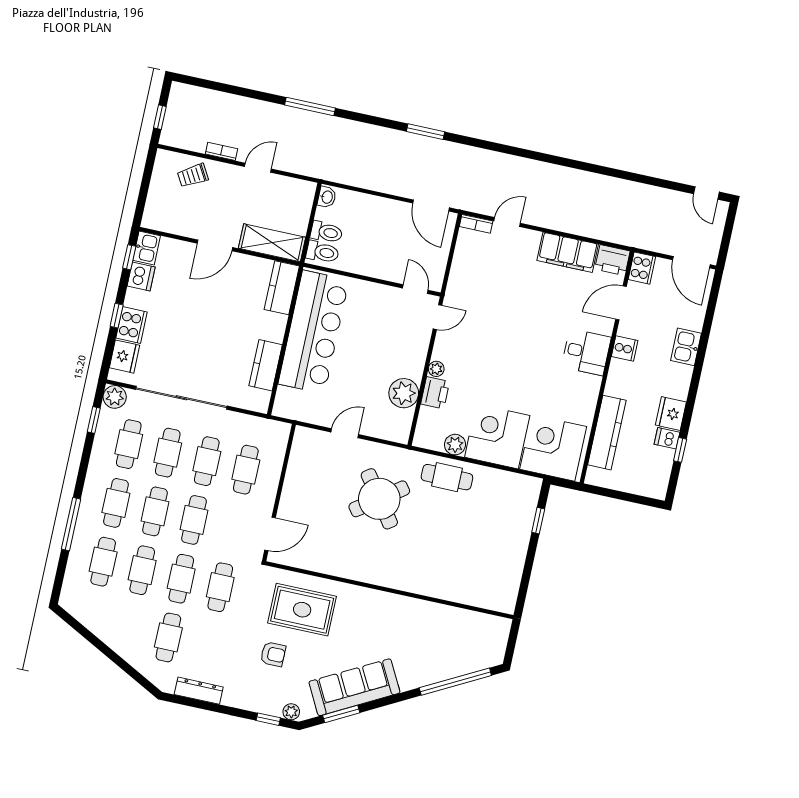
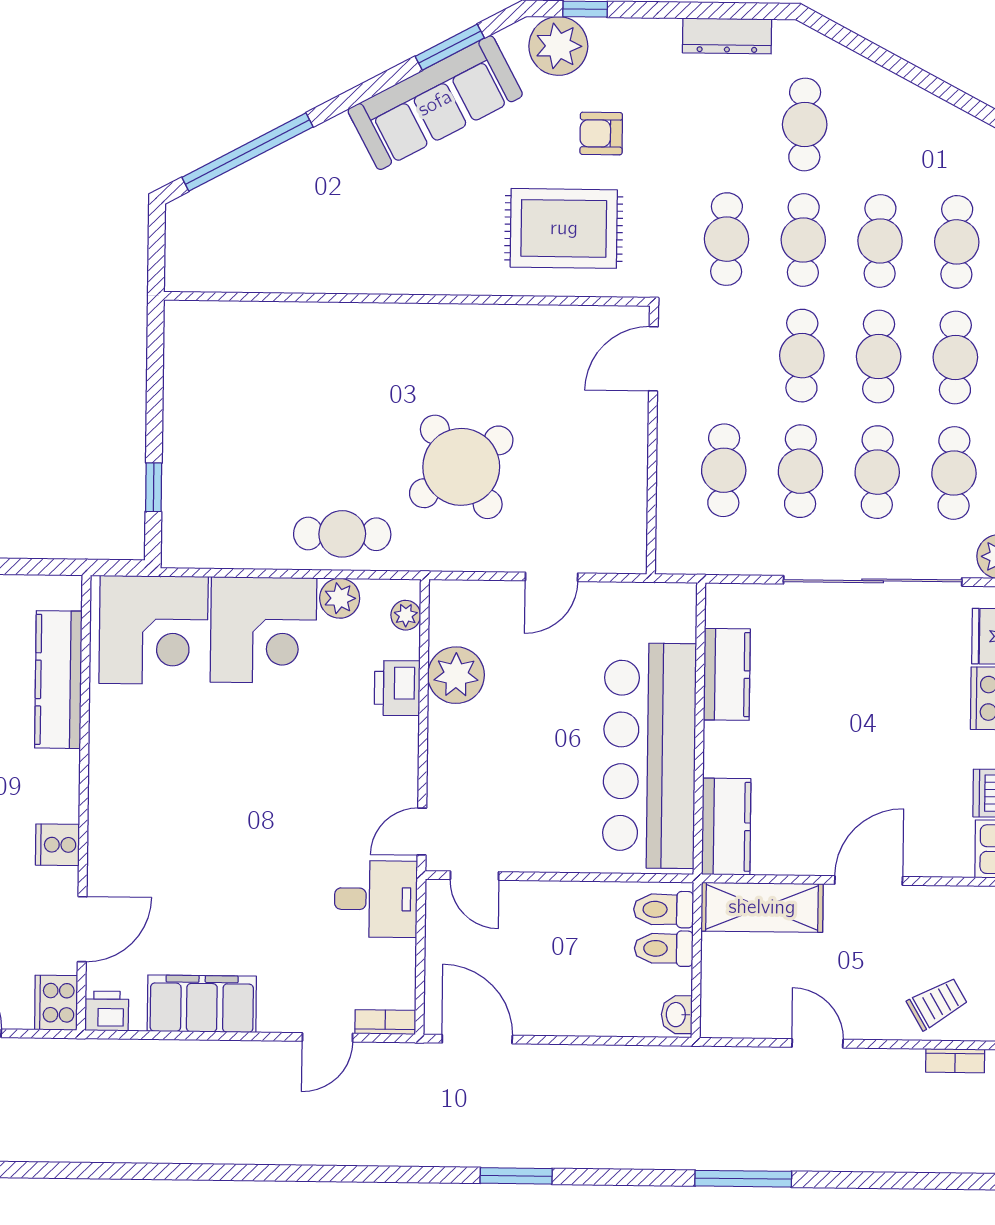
bookcase: (222, 151) -> (955, 1061), moved
door: (258, 168) -> (818, 1043), swing flipped
printer: (612, 260) -> (107, 1011), width x0.73, depth x0.81
desk: (586, 352) -> (376, 899), moved, turned 180
plant: (436, 369) -> (406, 615), moved
plant: (291, 712) -> (558, 46), width x1.87, depth x1.87

